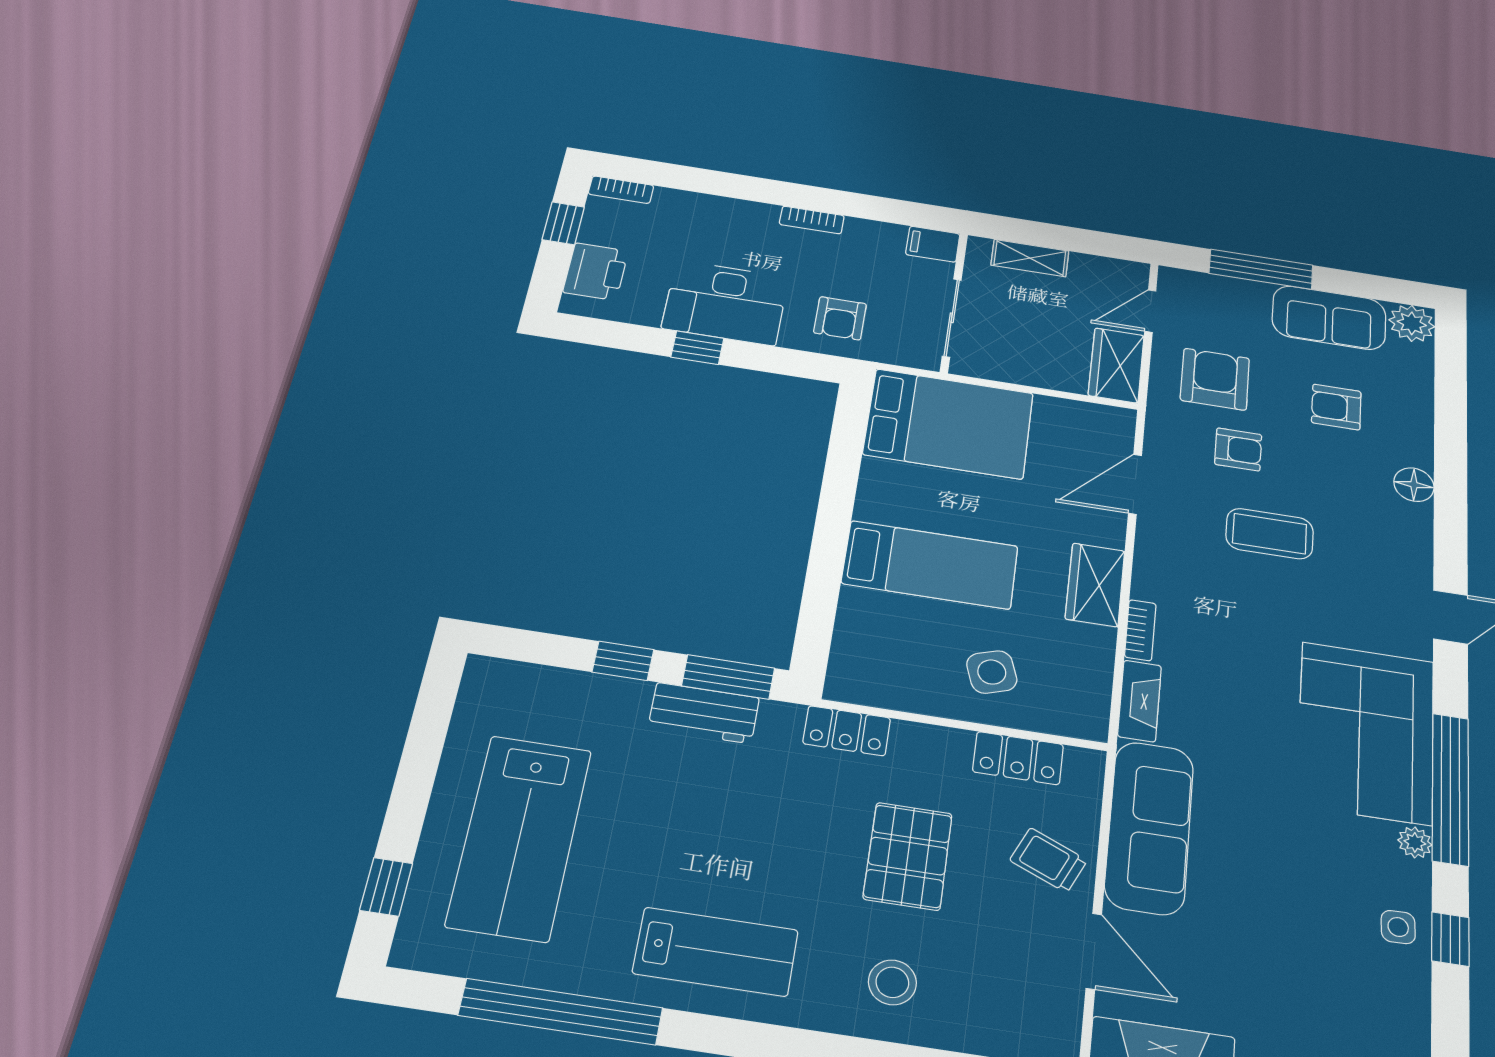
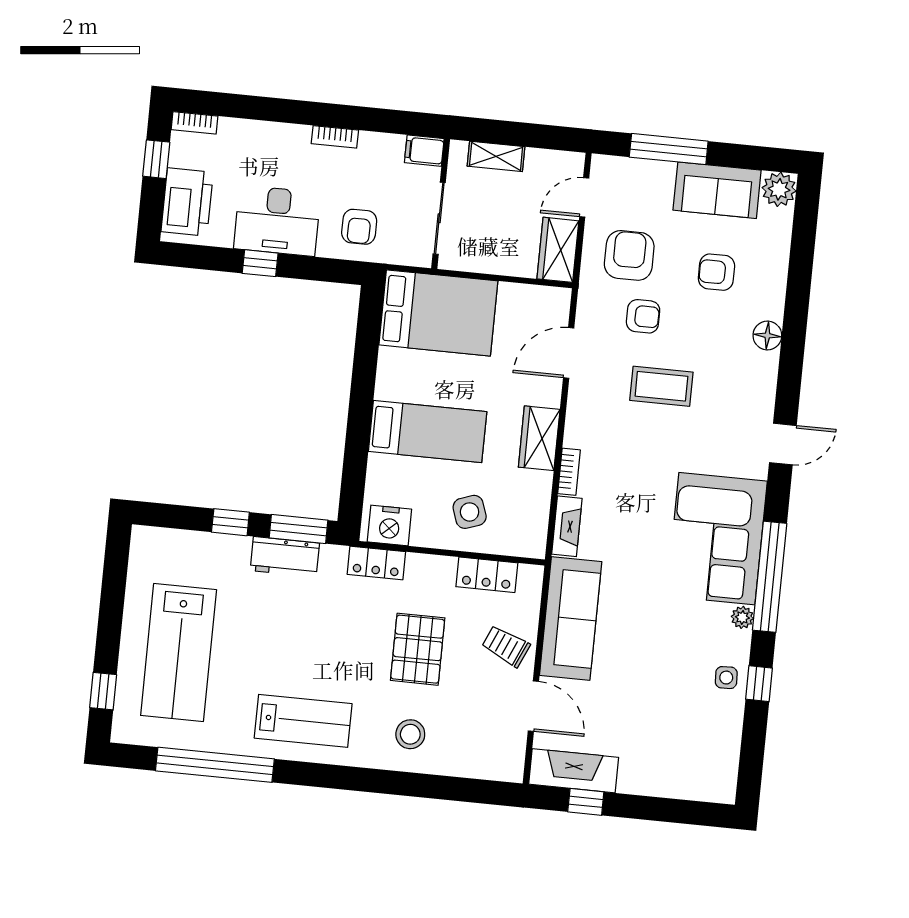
printer: (596, 272) -> (187, 202), width x1.37, depth x1.19
nightstand: (869, 682) -> (389, 526), added

